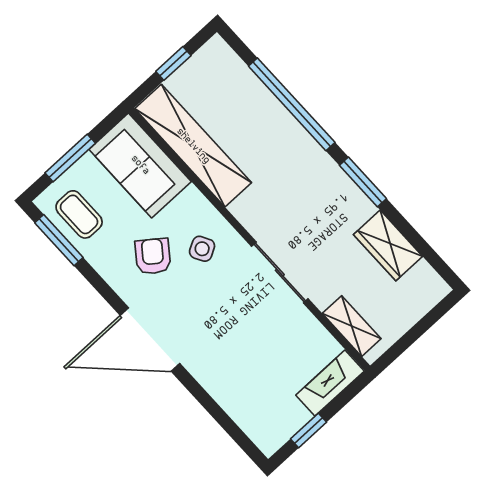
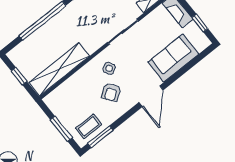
sofa: (140, 165) -> (173, 58), moved, turned 180
armchair: (153, 256) -> (111, 92), turned -73
door: (150, 339) -> (151, 96), width x0.73

